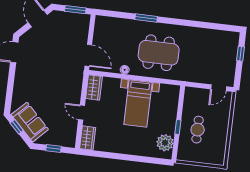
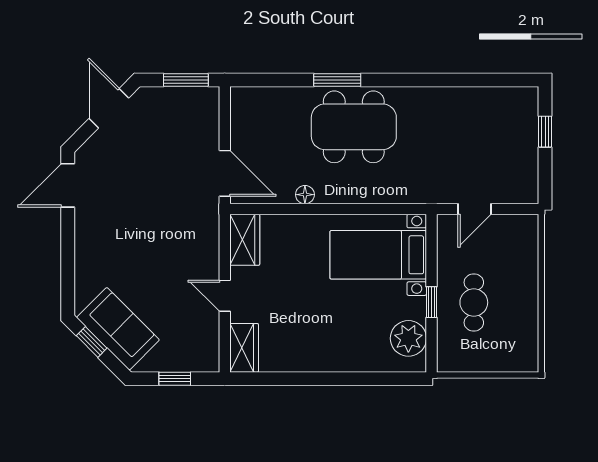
dining table: (159, 53) -> (354, 127), moved
door: (219, 88) -> (474, 209), moved
bed with nightstands: (138, 103) -> (378, 255), moved, turned 90

